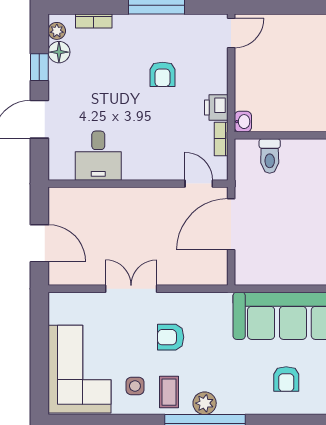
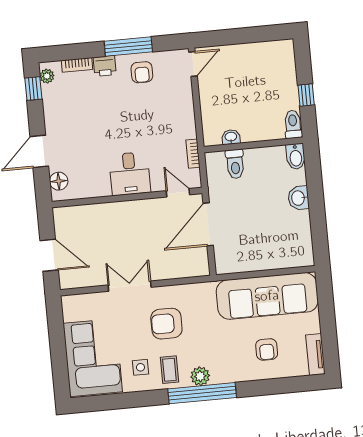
floor lamp: (59, 52) -> (59, 181), moved
window: (39, 67) -> (33, 89), moved
armchair: (163, 74) -> (142, 72), moved
printer: (216, 107) -> (105, 66), moved, turned -90
washbasin: (243, 122) -> (231, 137), moved, turned -90
desk: (98, 156) -> (130, 174), moved
armchair: (171, 337) -> (166, 324), width x1.38, depth x1.38

